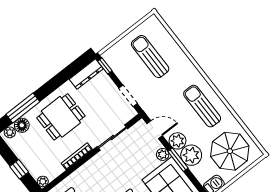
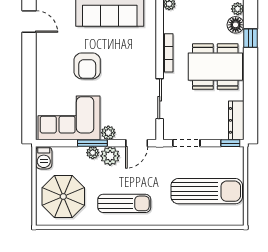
sun lounger: (150, 57) -> (207, 191), width x1.36, depth x1.34
window: (23, 108) -> (251, 38), width x0.46
dining table: (61, 117) -> (215, 67), width x1.38
plant: (191, 155) -> (93, 153), width x0.53, depth x0.53

